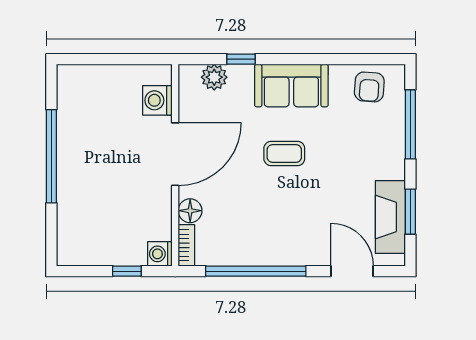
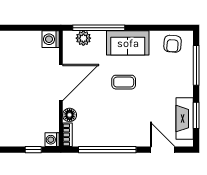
window: (241, 59) -> (99, 28), width x3.17
washing machine: (157, 100) -> (51, 39), moved

